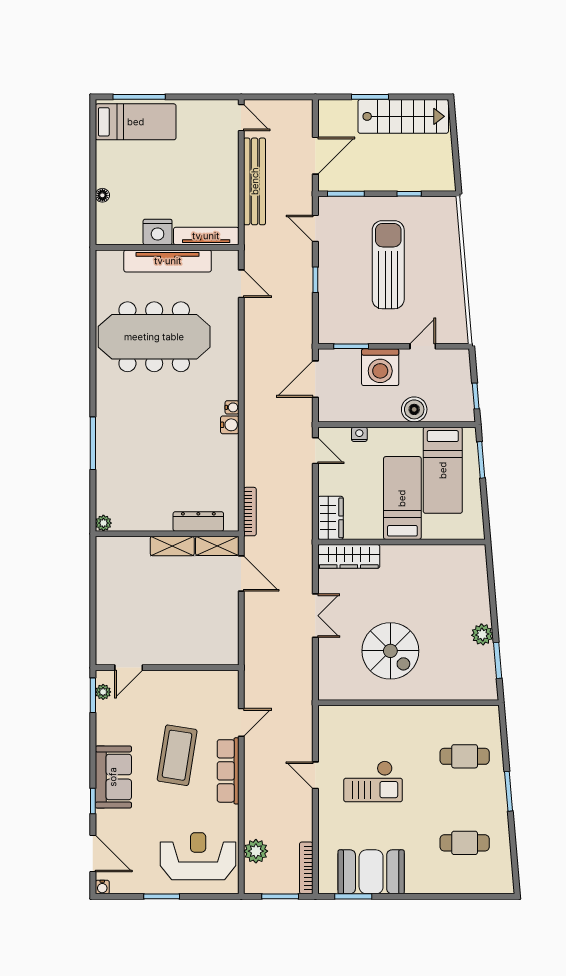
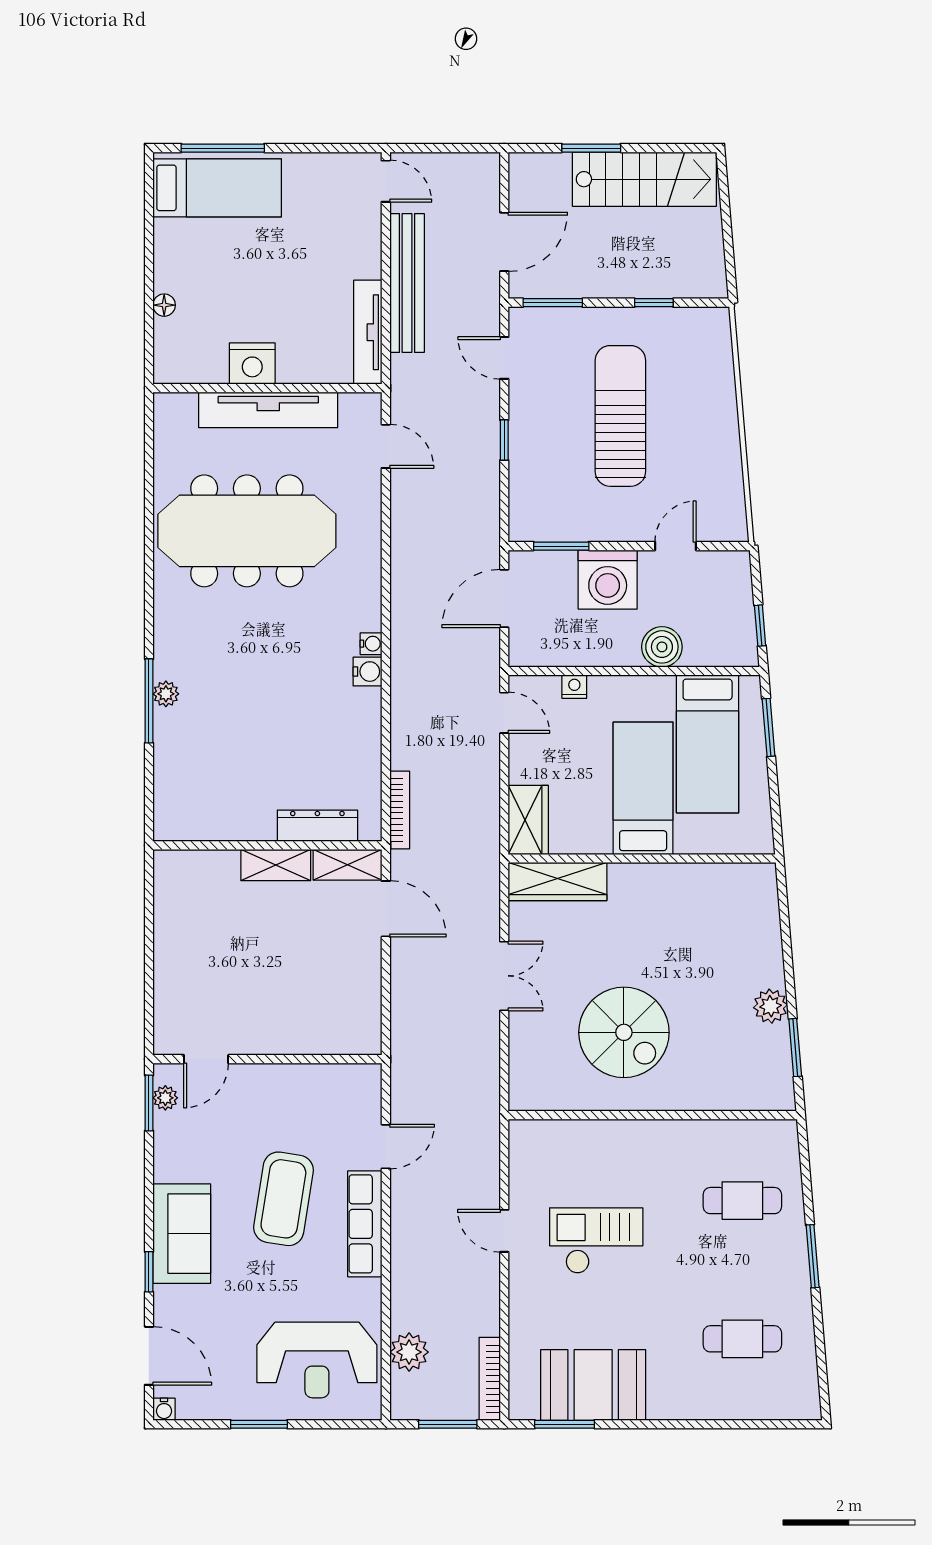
tv unit: (206, 236) -> (368, 332), moved, turned -90
plant: (103, 523) -> (166, 694), moved
checkout: (373, 781) -> (596, 1241), turned 180
reception desk: (198, 856) -> (317, 1360), turned 180

